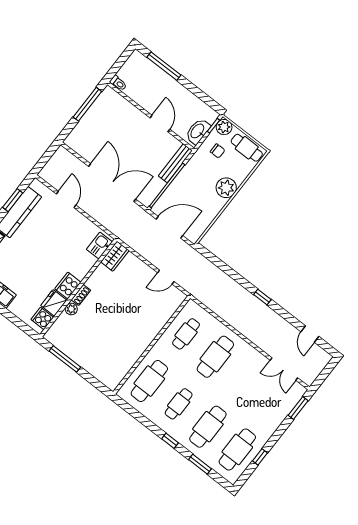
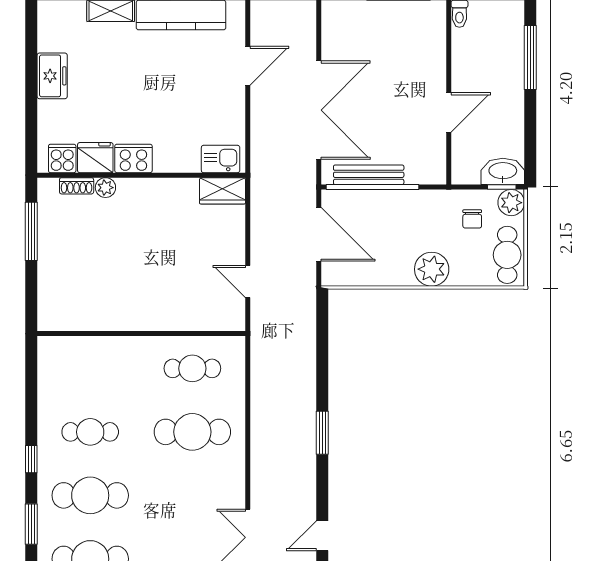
washbasin: (198, 131) -> (503, 171), moved
bench: (175, 163) -> (369, 175), moved
shoe rack: (81, 295) -> (77, 186), moved
window: (262, 297) -> (322, 433), width x1.50
cafe table: (149, 381) -> (90, 368), removed

